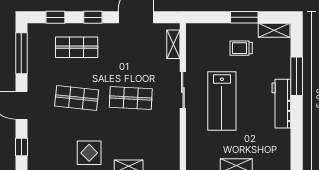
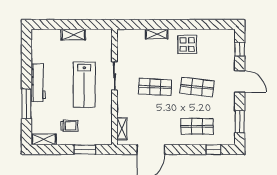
window: (93, 17) -> (184, 150), removed
window: (244, 17) -> (85, 150), moved
window: (21, 53) -> (240, 122), width x0.69
sliding door: (183, 90) -> (115, 76), moved
lab bench: (222, 101) -> (84, 85), turned 180

